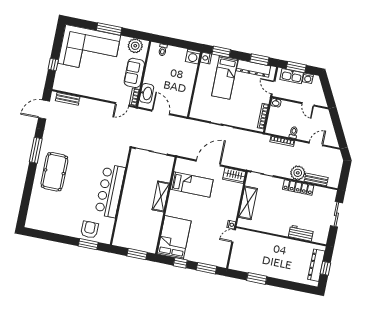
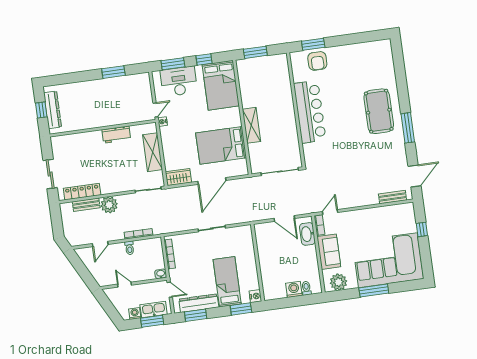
washing machine: (193, 57) -> (294, 289), moved
bed: (192, 185) -> (221, 145), width x1.50
locker: (298, 188) -> (82, 192), moved
workbench: (301, 233) -> (116, 135), moved
desk: (207, 252) -> (179, 81), added

